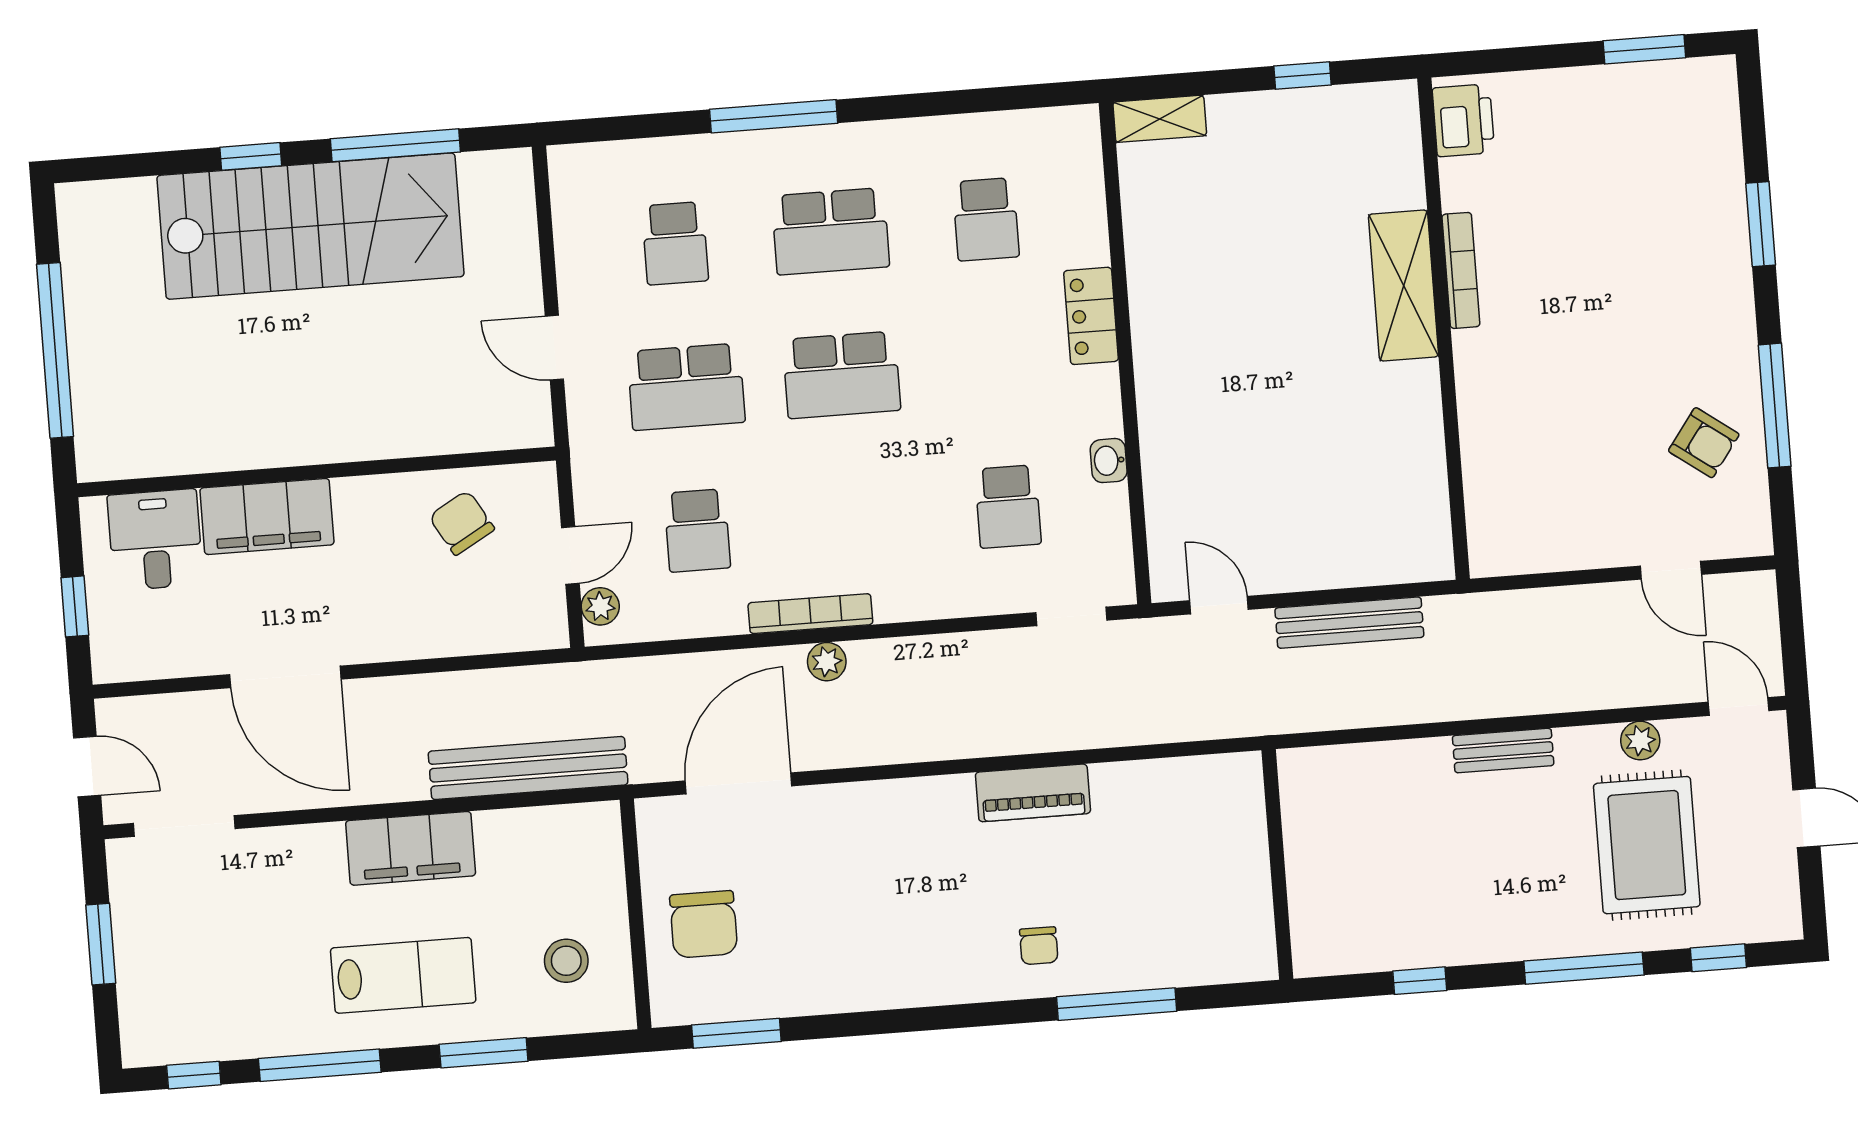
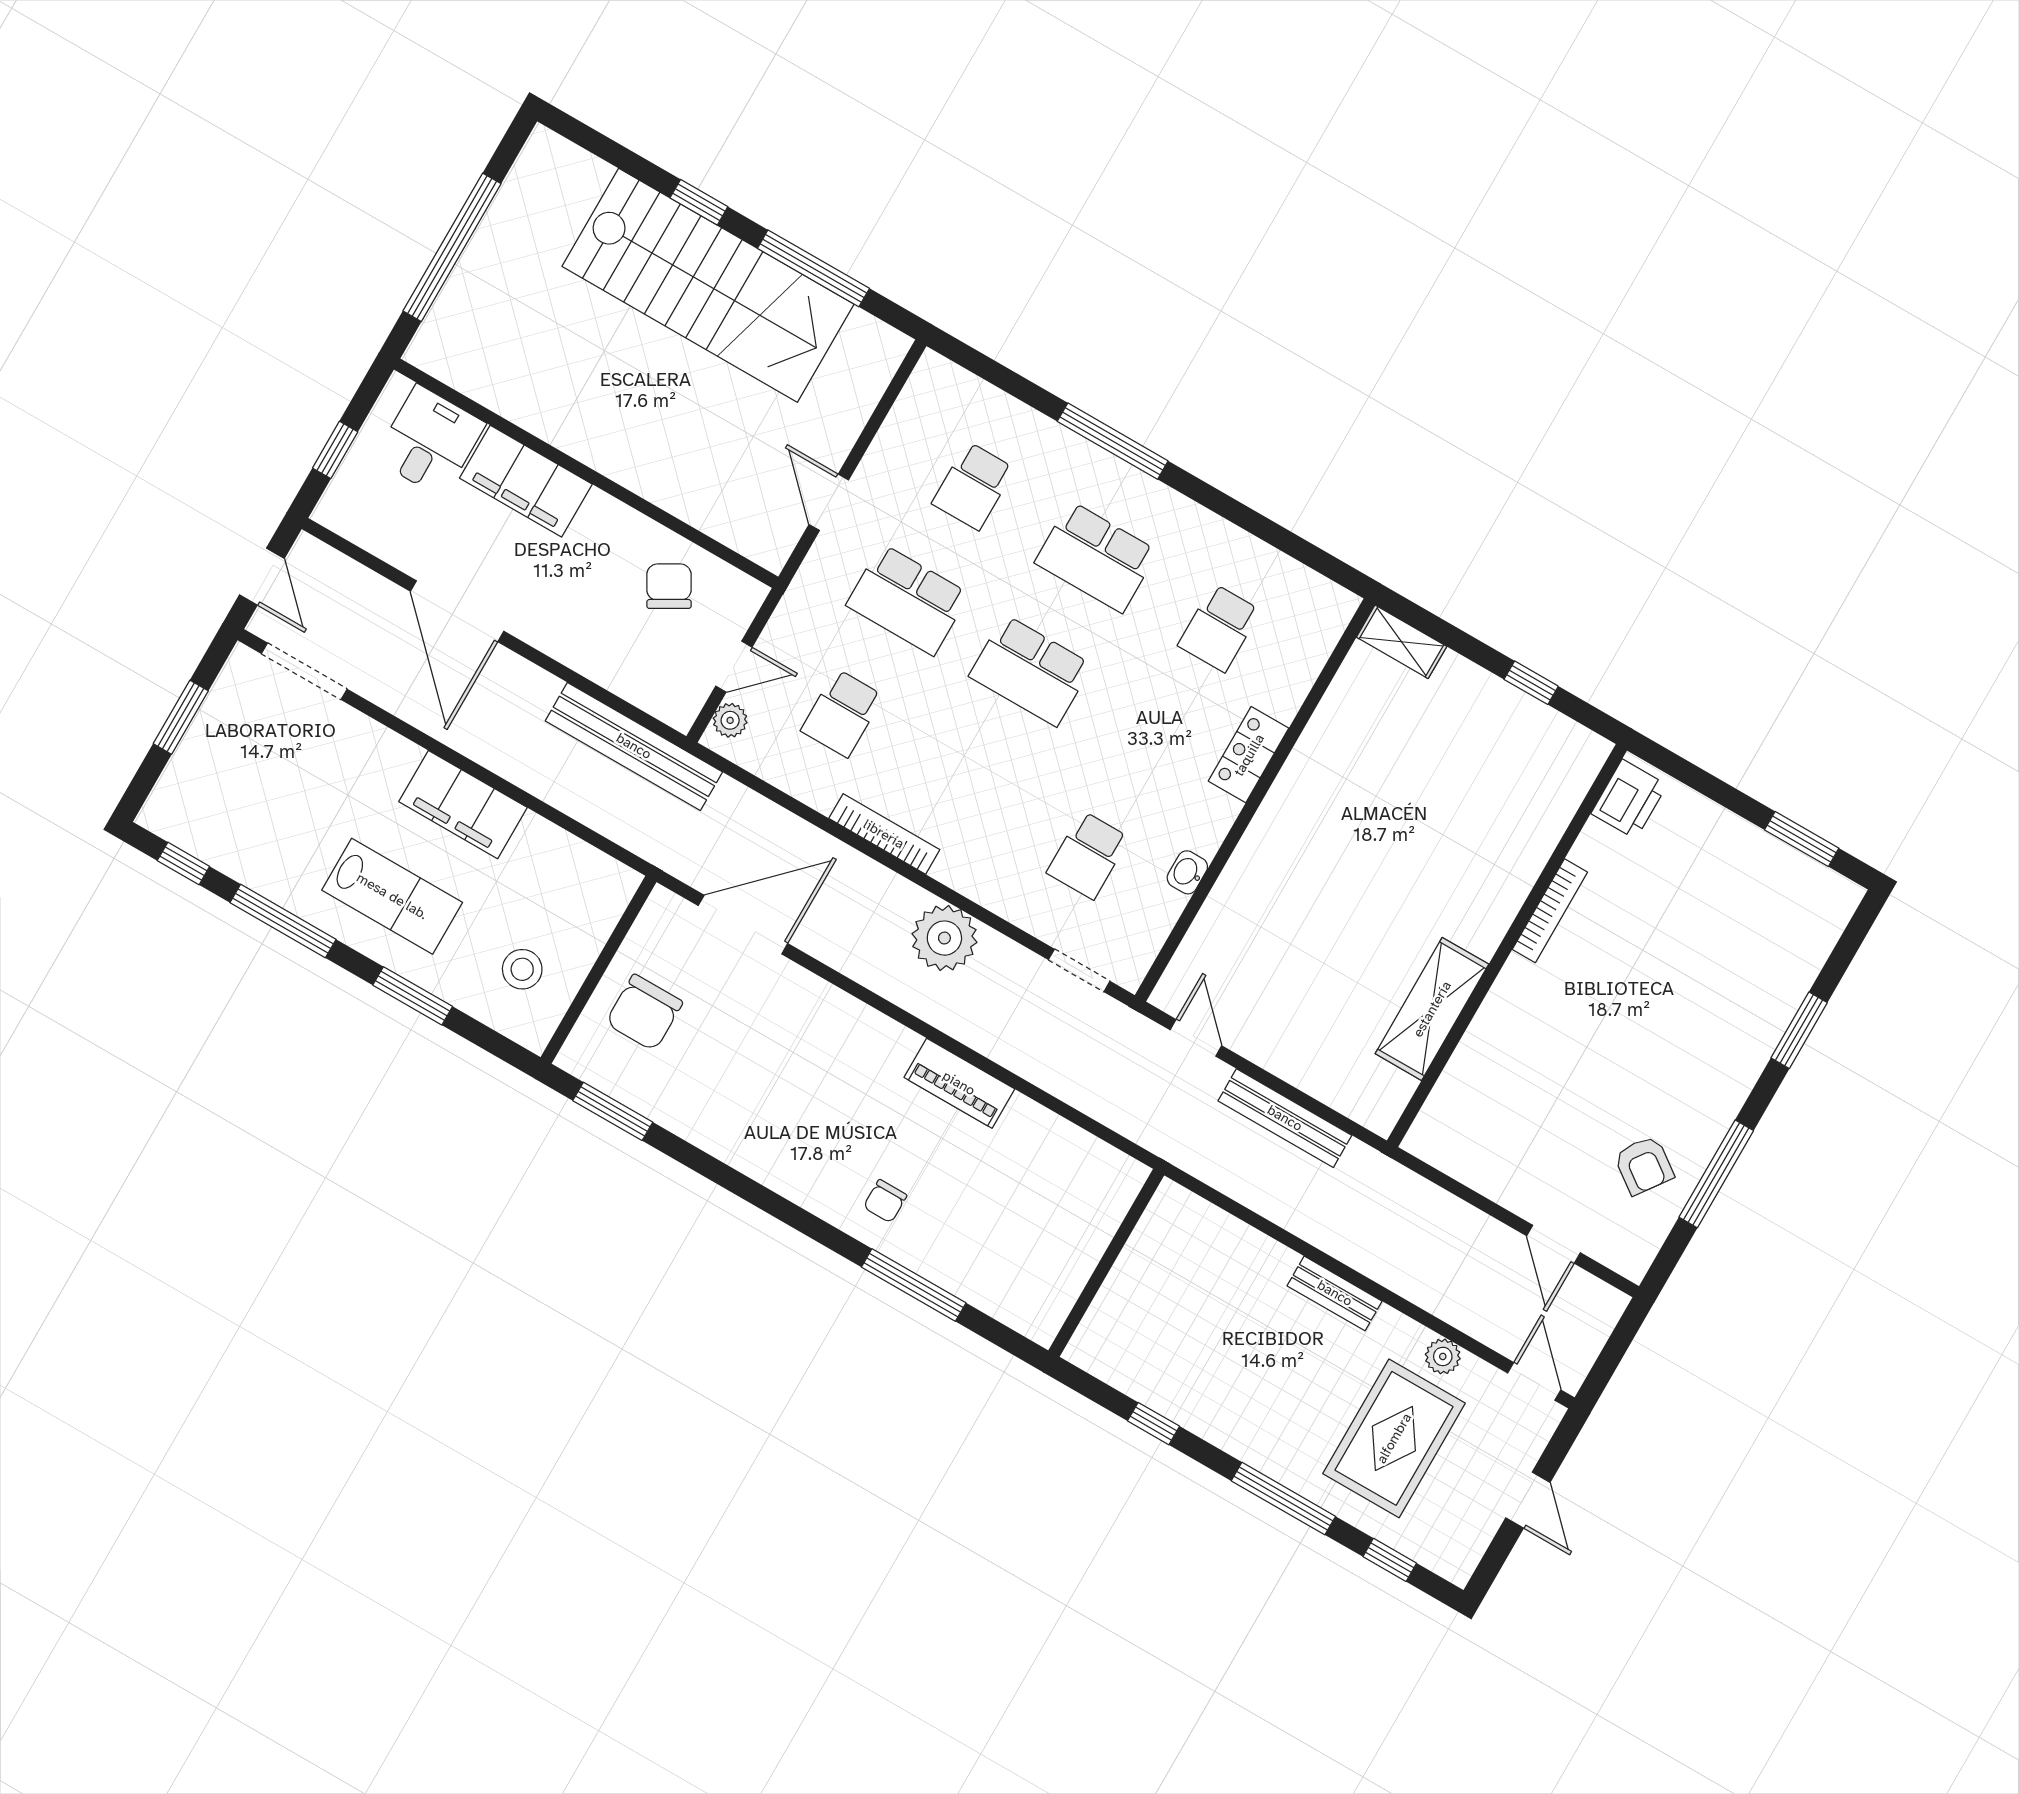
shelving: (1404, 285) -> (1432, 1009), moved
plant: (827, 662) -> (944, 938), moved, width x1.87, depth x1.87
bench: (528, 768) -> (634, 746), moved

